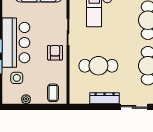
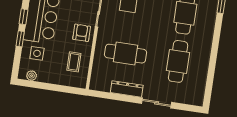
coffee table: (53, 93) -> (74, 62), moved
plant: (26, 99) -> (32, 76), moved

